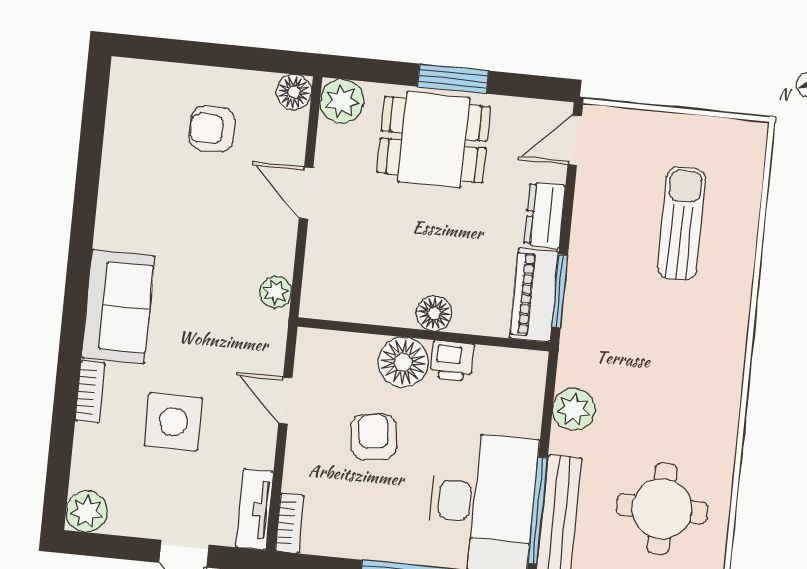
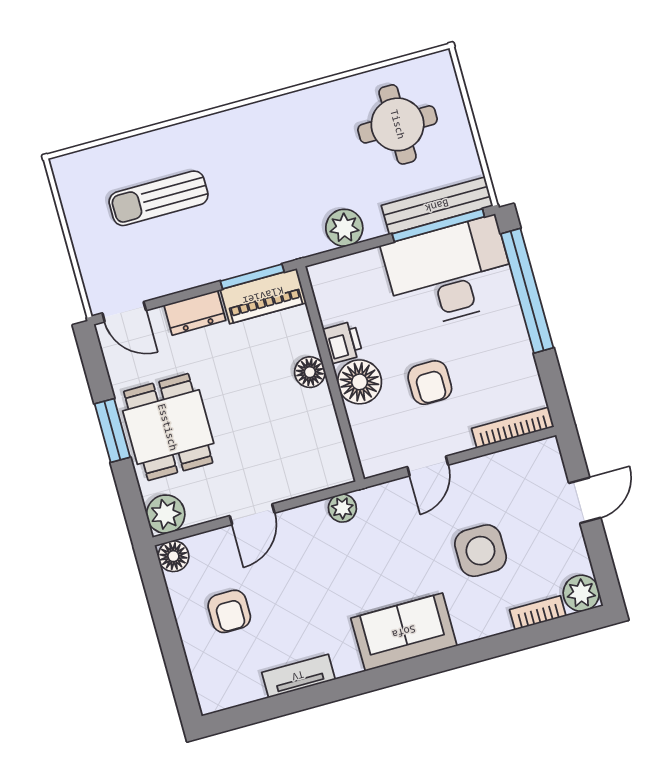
bookcase: (90, 392) -> (538, 613), moved
armchair: (374, 437) -> (430, 383), turned -83
tv unit: (255, 509) -> (298, 676), moved, turned 180
bookcase: (290, 523) -> (513, 428), width x1.56

